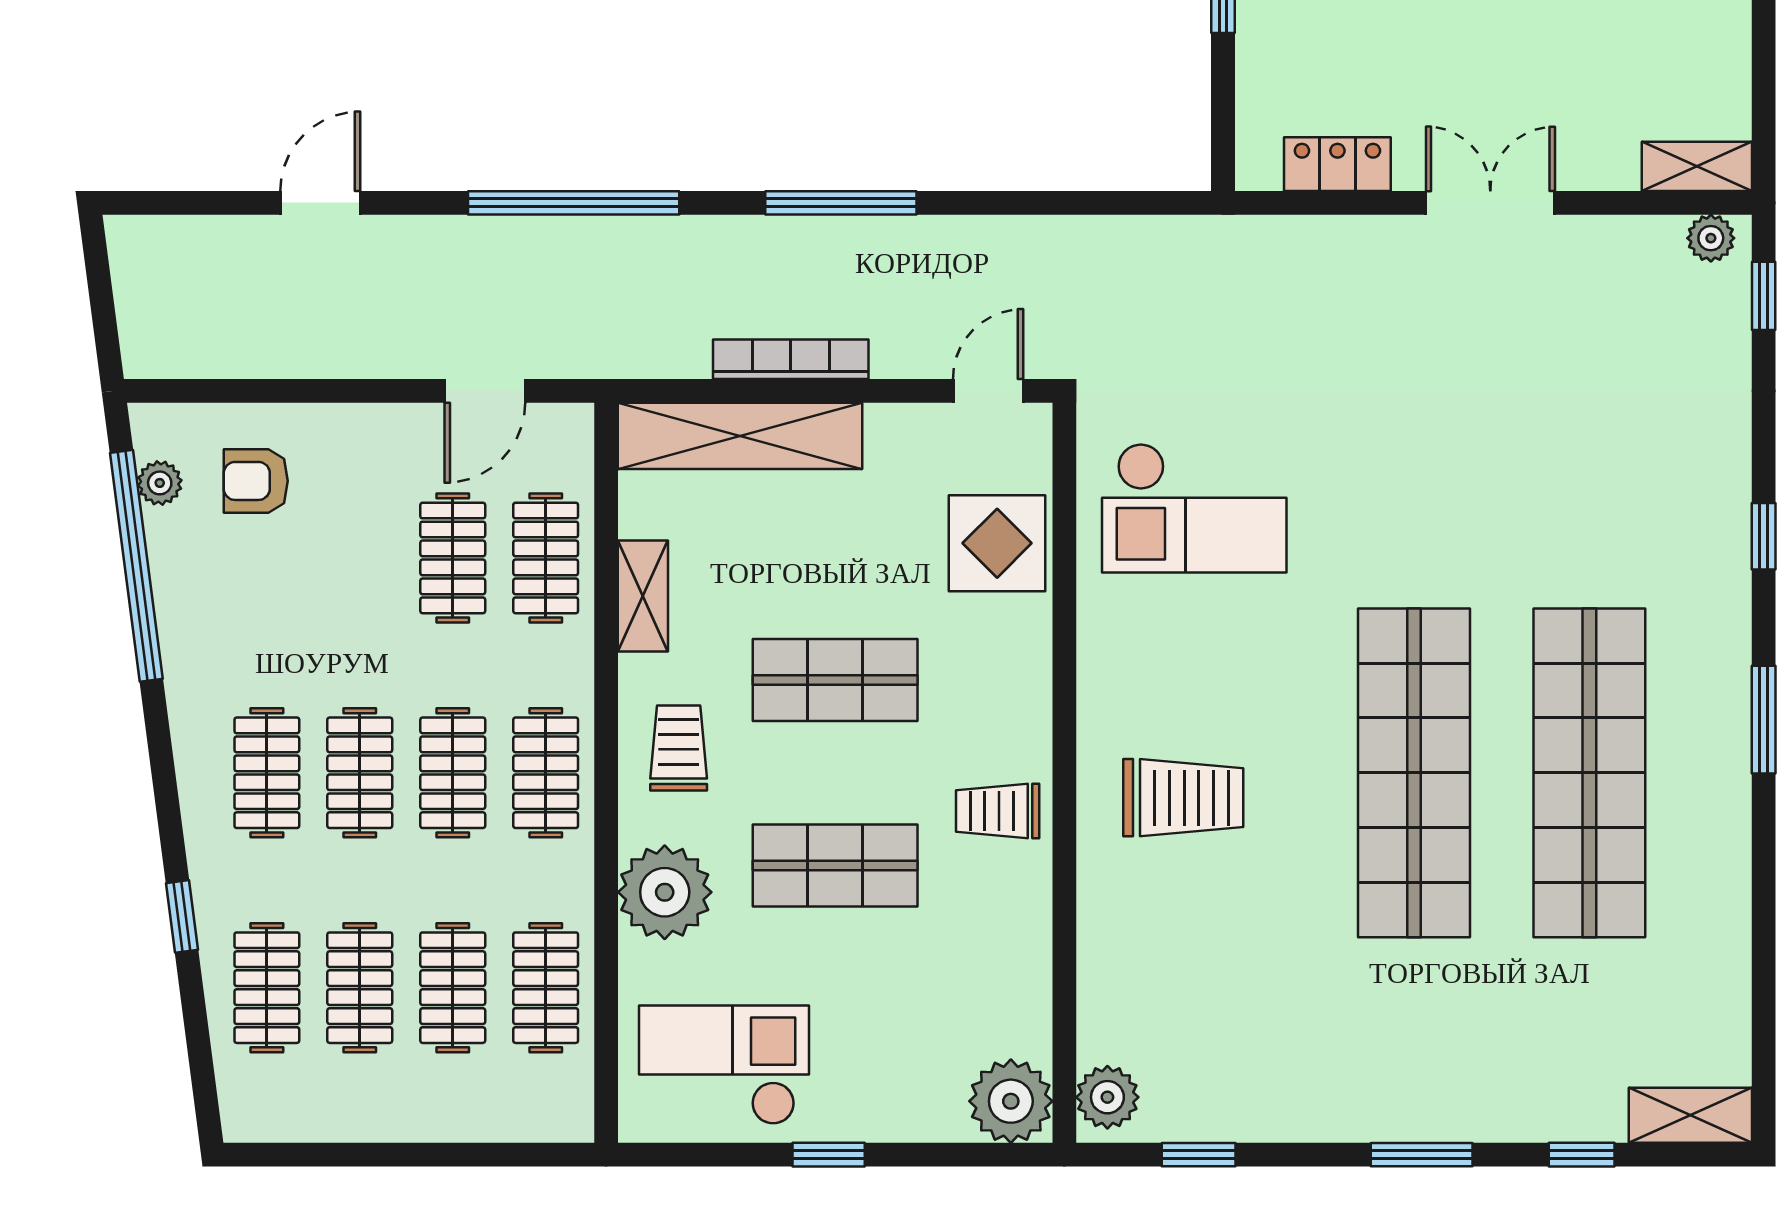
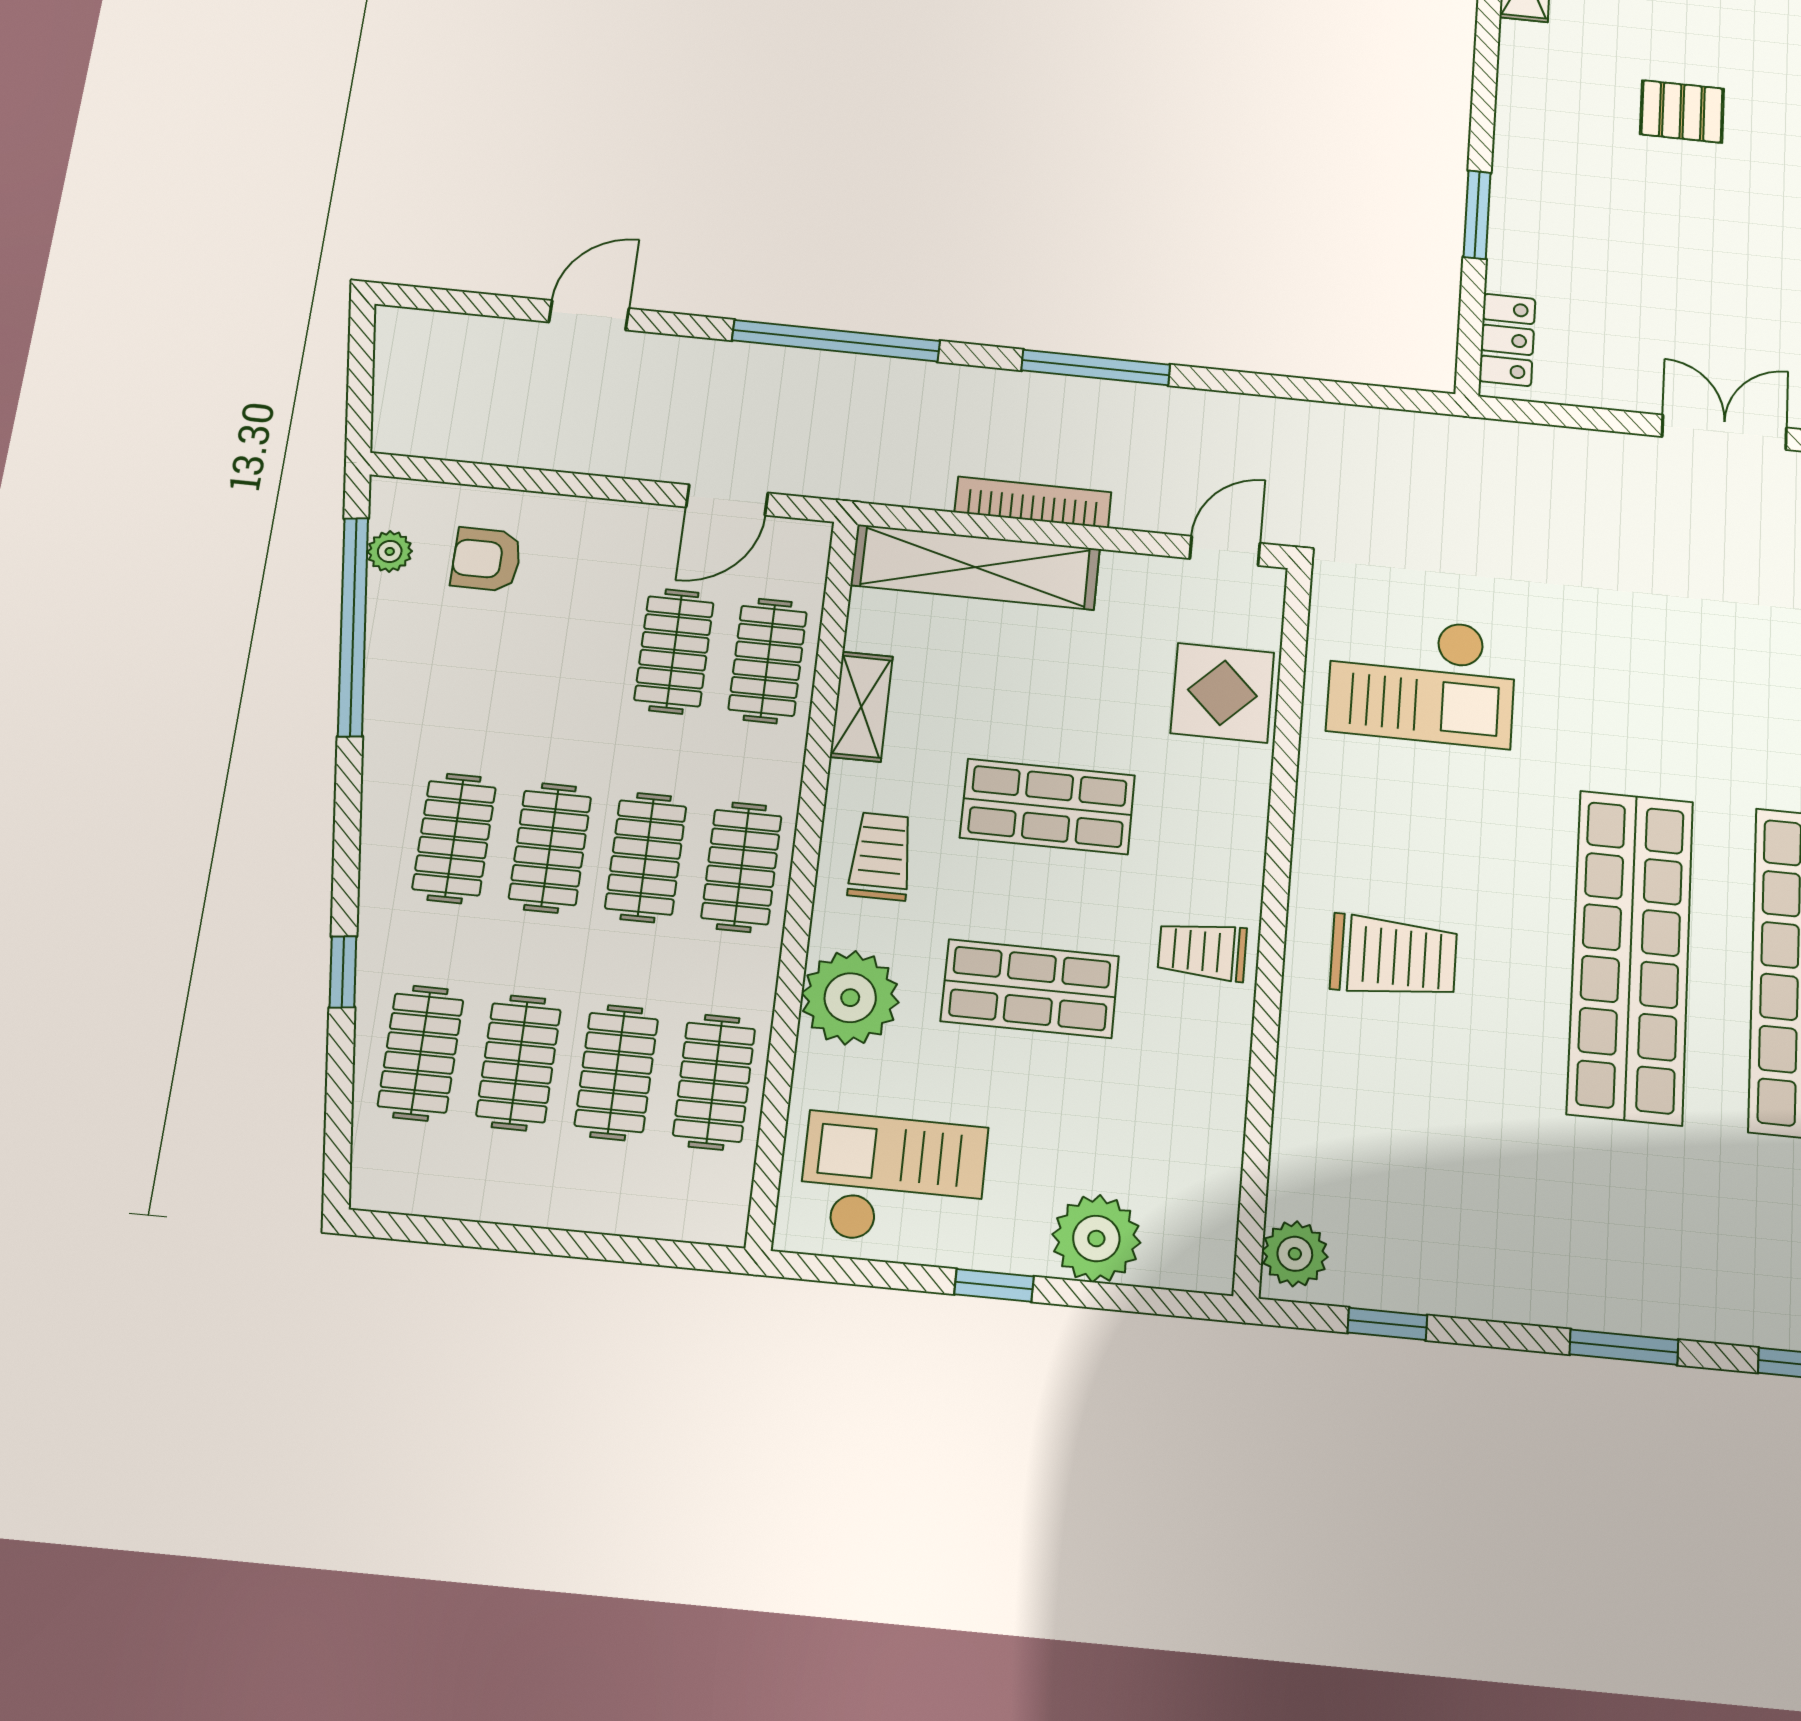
locker: (1337, 164) -> (1507, 340), moved, turned 90
plant: (1011, 1101) -> (1096, 1239), moved

